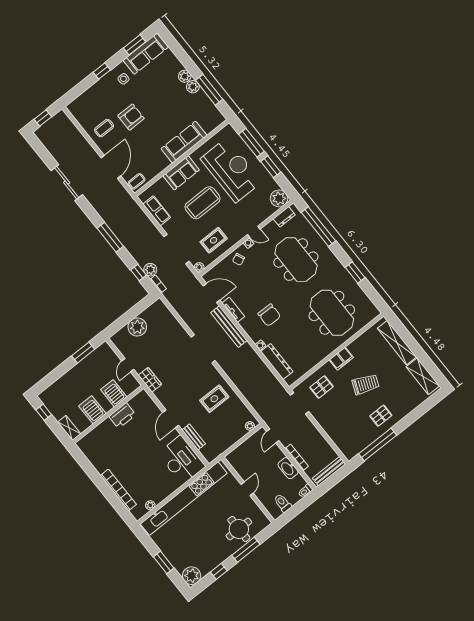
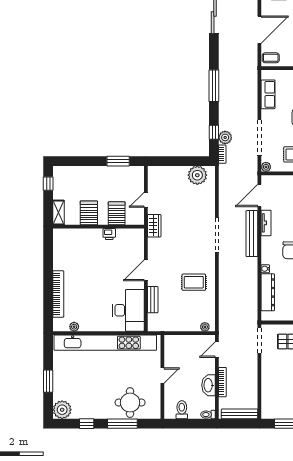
door: (211, 293) -> (259, 195), swing flipped
plant: (137, 327) -> (197, 175), moved
printer: (122, 416) -> (109, 234), width x0.53, depth x0.68

